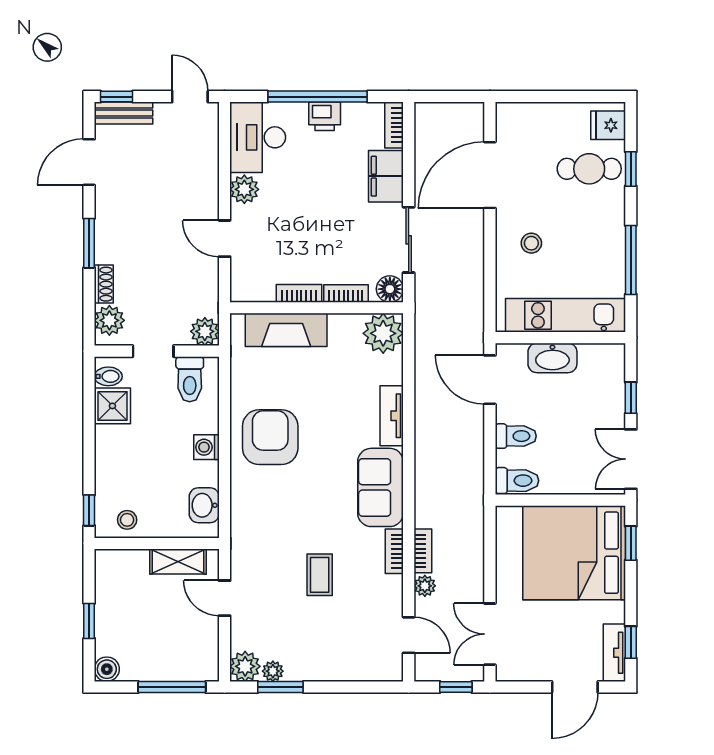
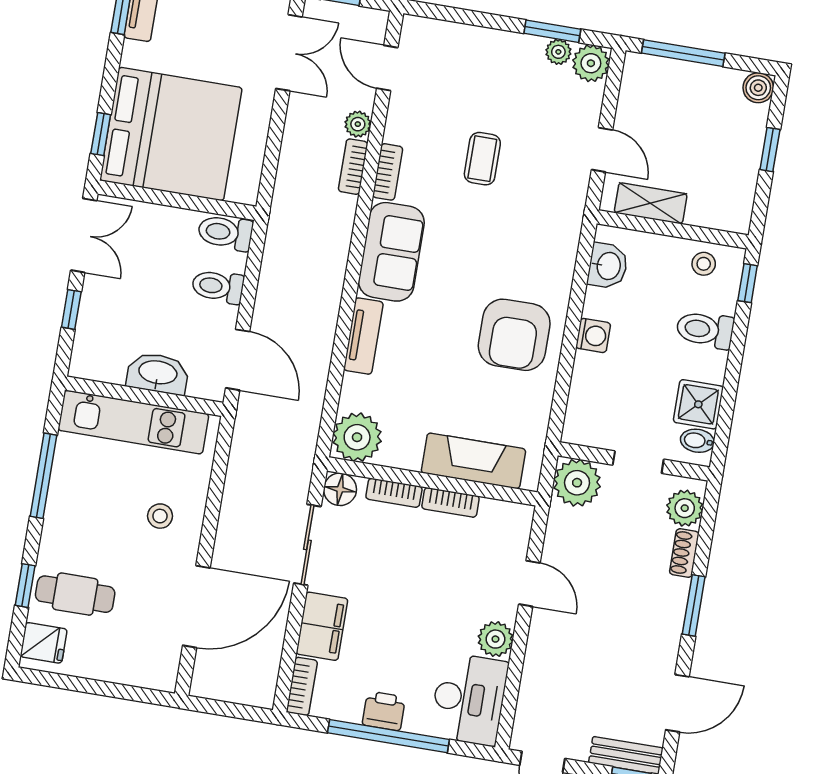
plant: (205, 331) -> (577, 483), width x1.36, depth x1.36
toilet: (190, 379) -> (705, 330), moved, turned -90

